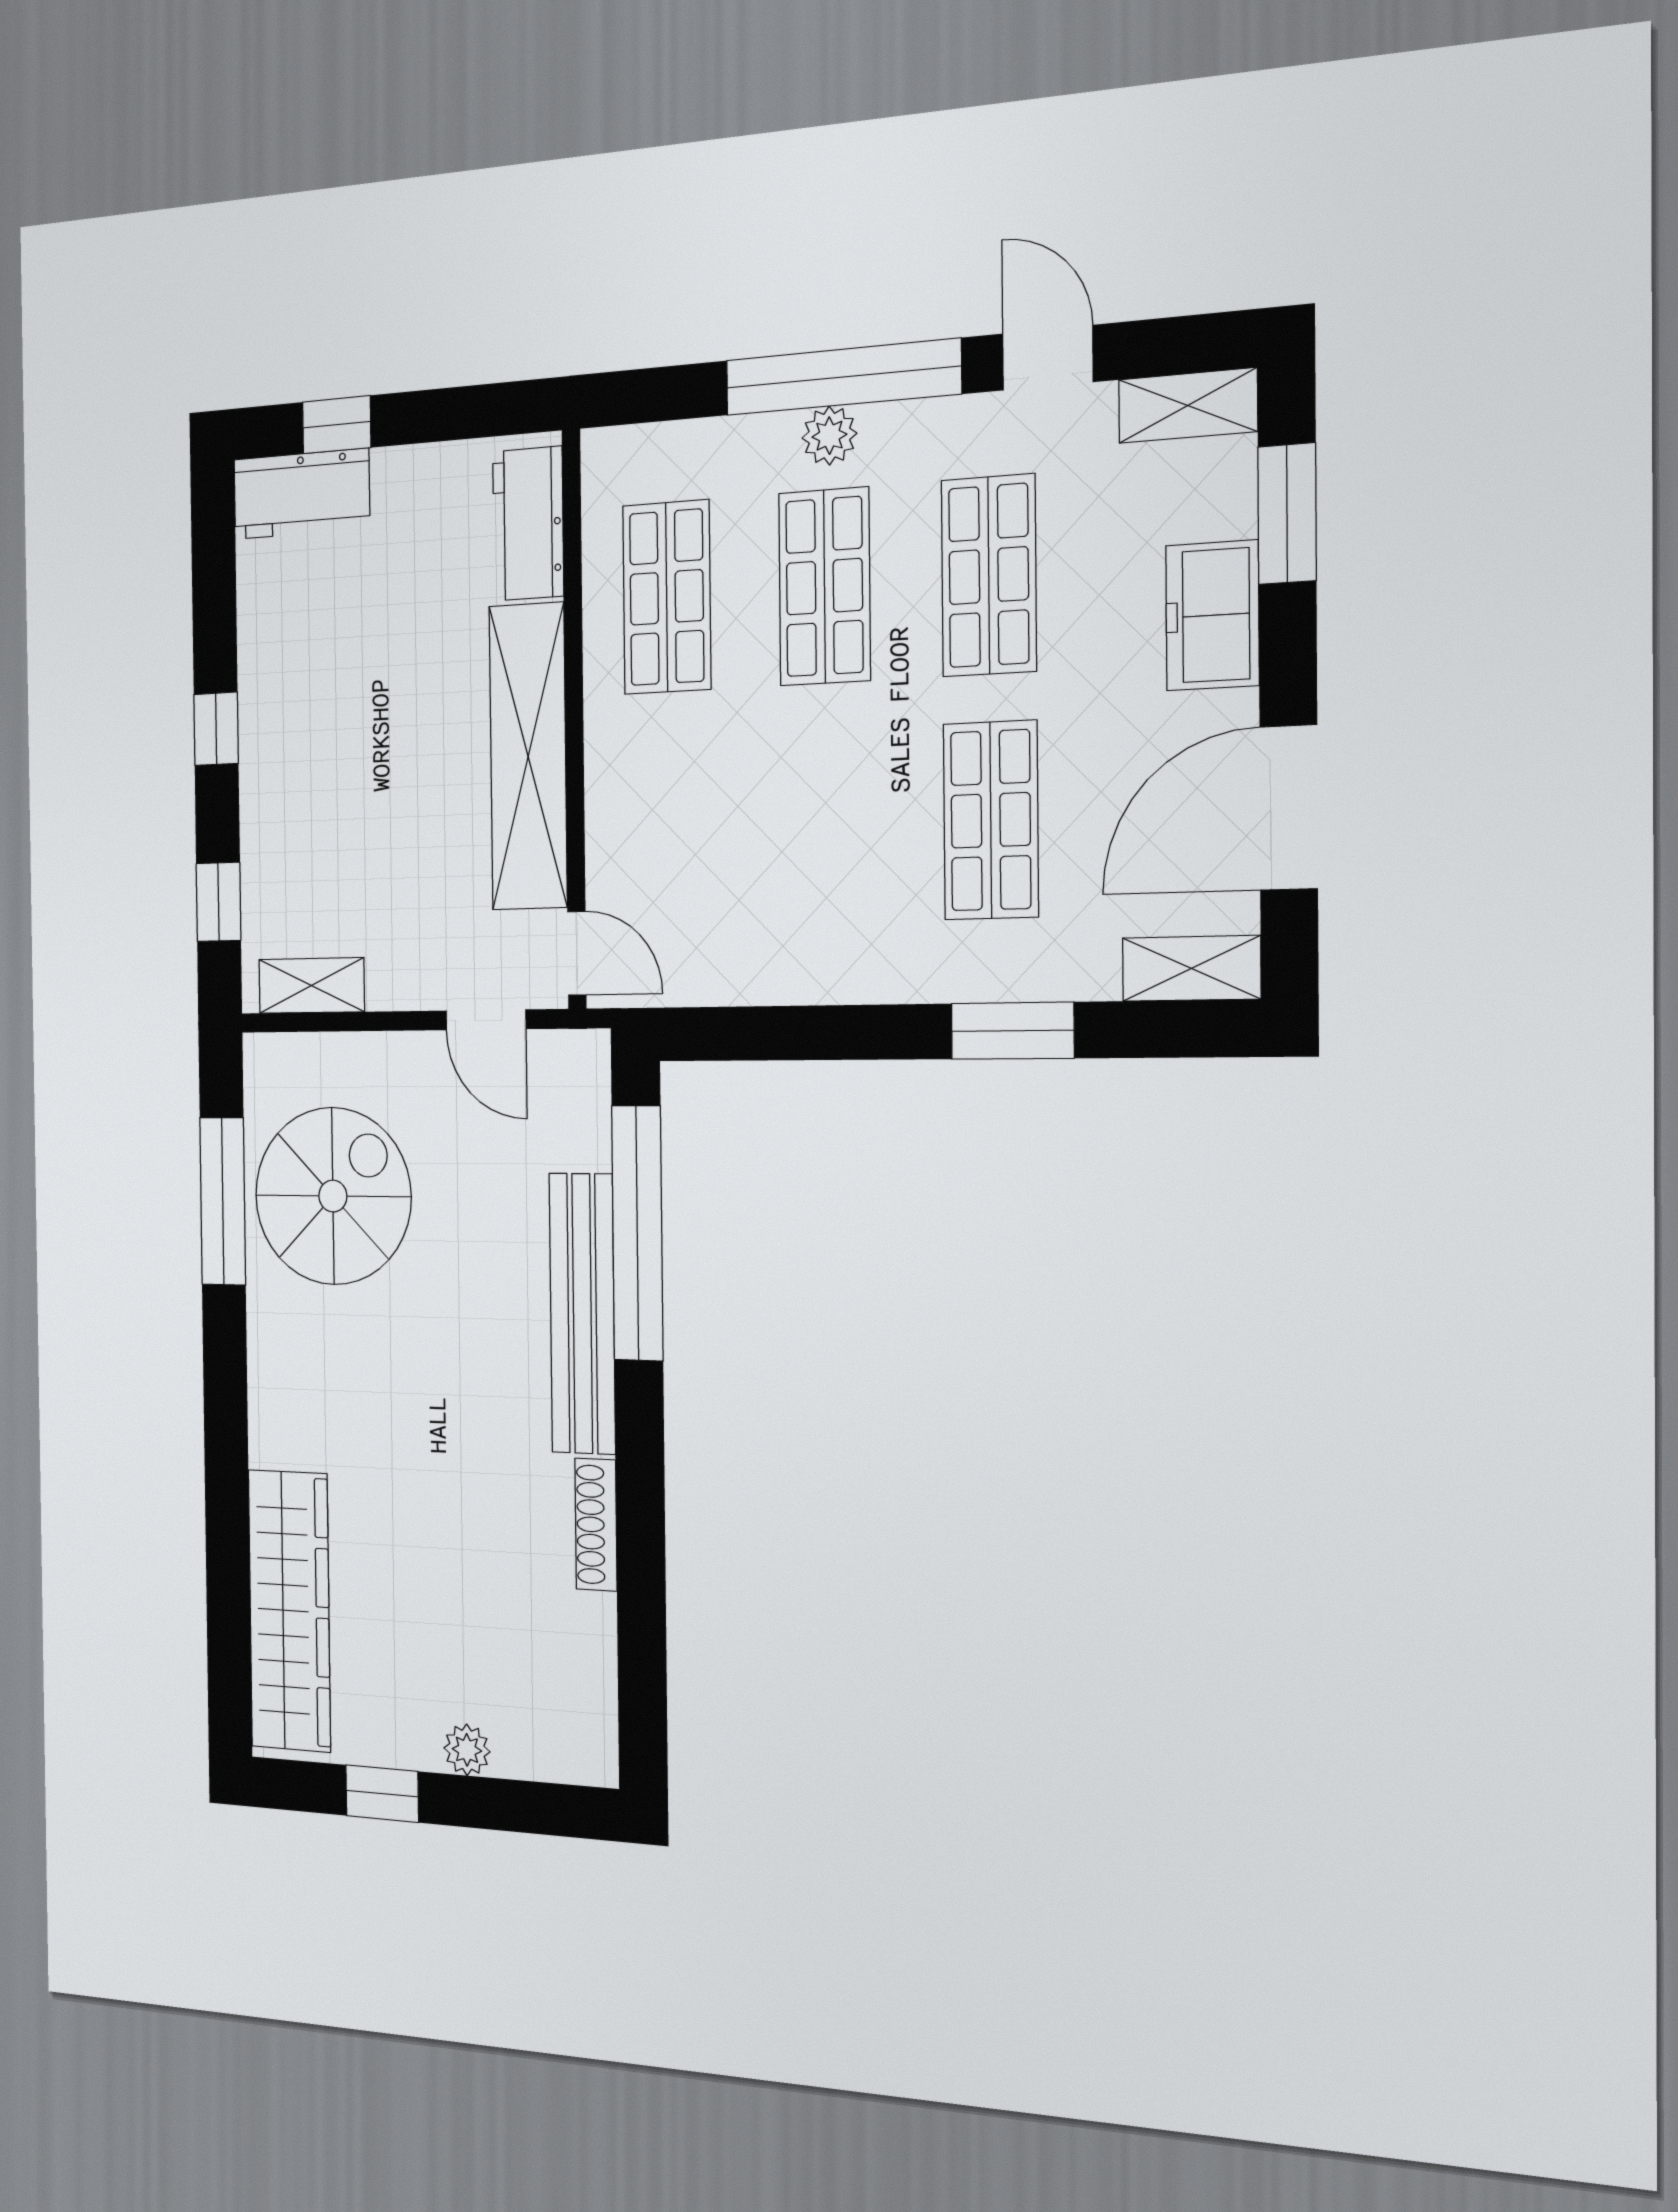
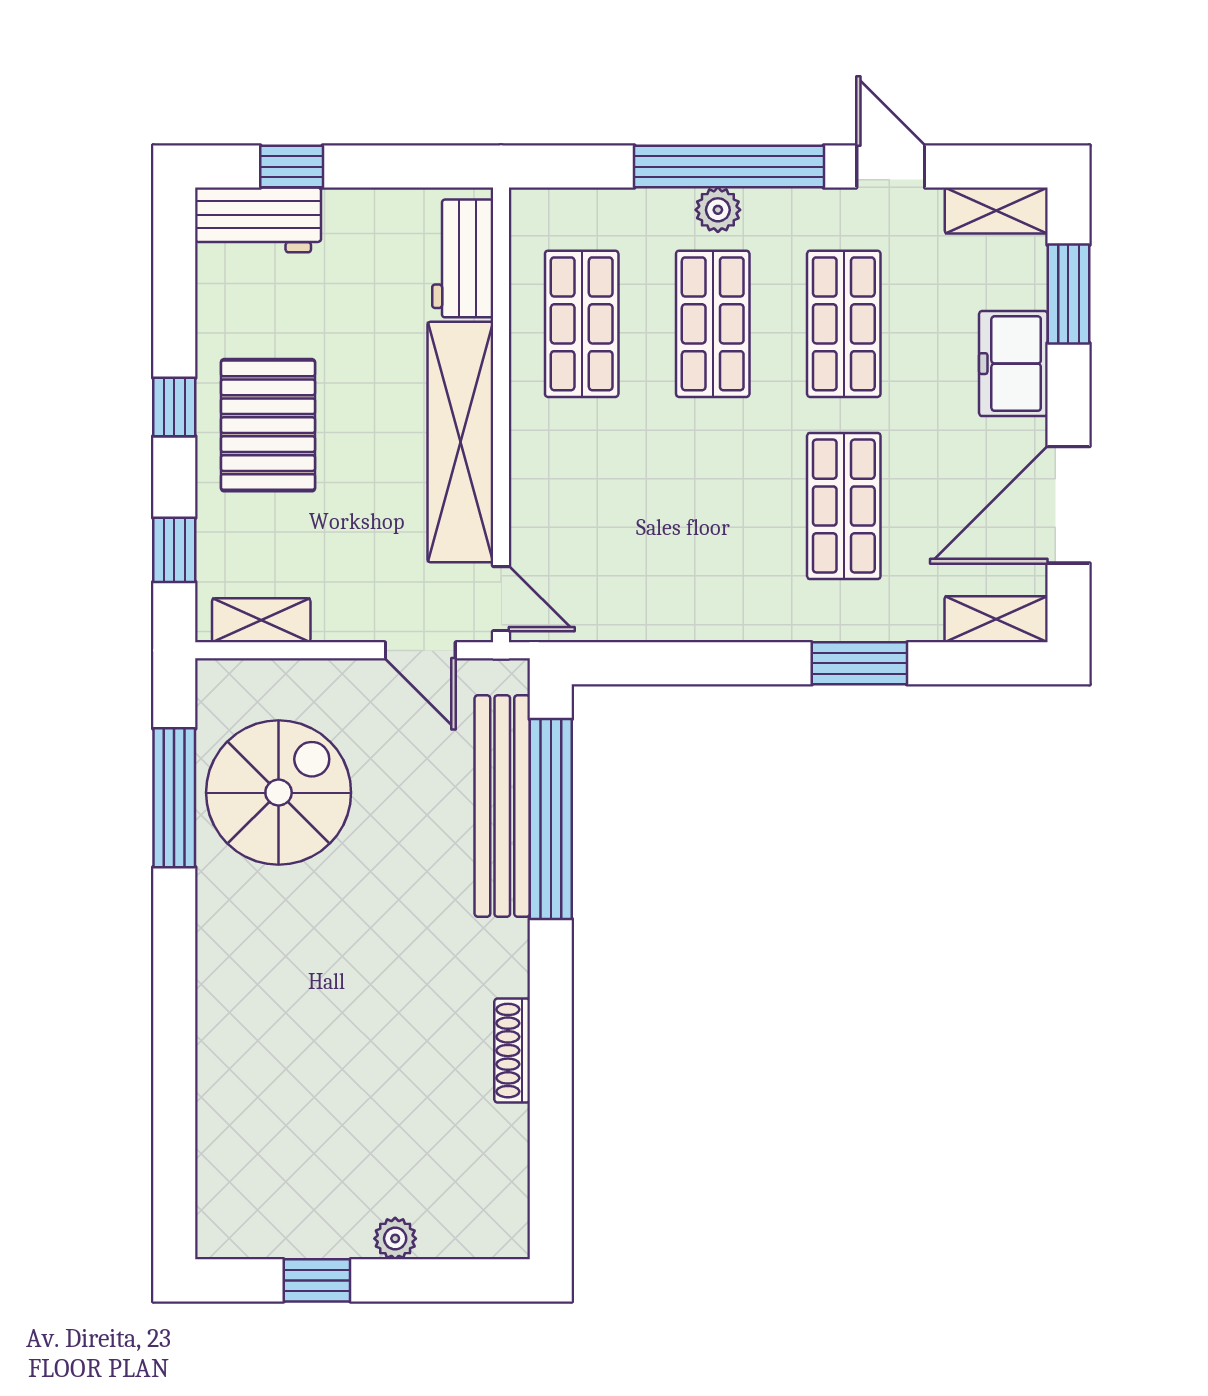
pallet: (316, 746) -> (268, 425), added
bench: (582, 1314) -> (502, 806), moved
wardrobe: (289, 1611) -> (232, 1135), removed

